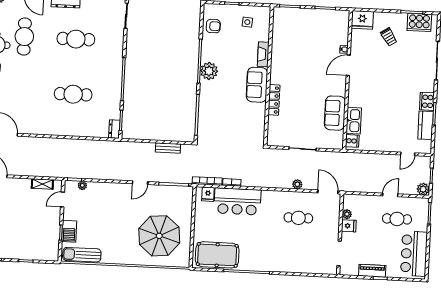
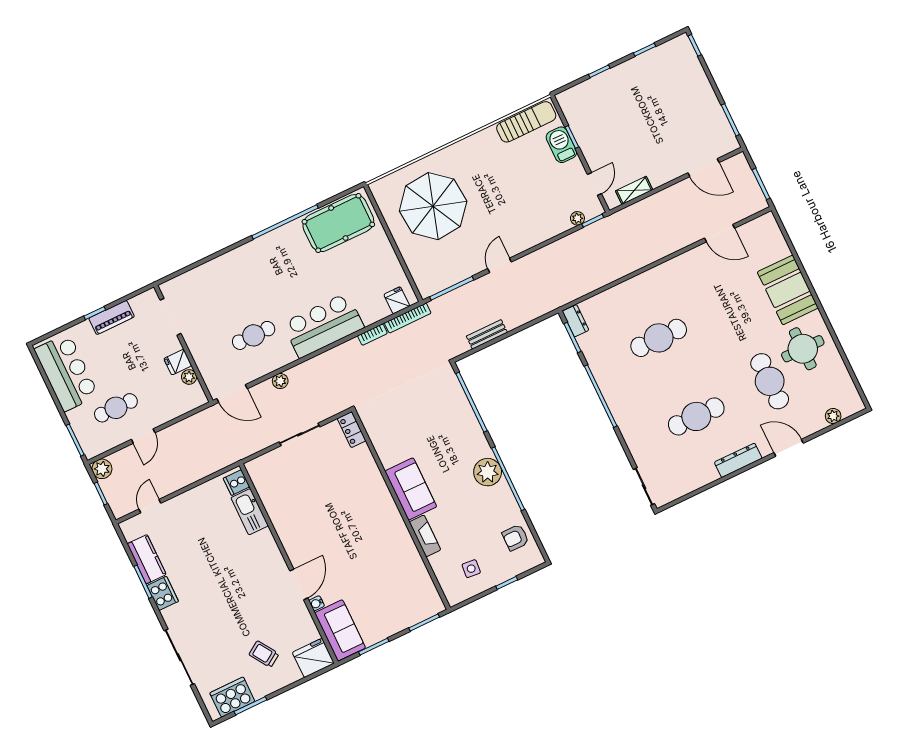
locker: (274, 100) -> (351, 430), moved, width x0.66
sofa: (335, 113) -> (340, 630), moved
bar counter: (237, 201) -> (323, 325), moved

